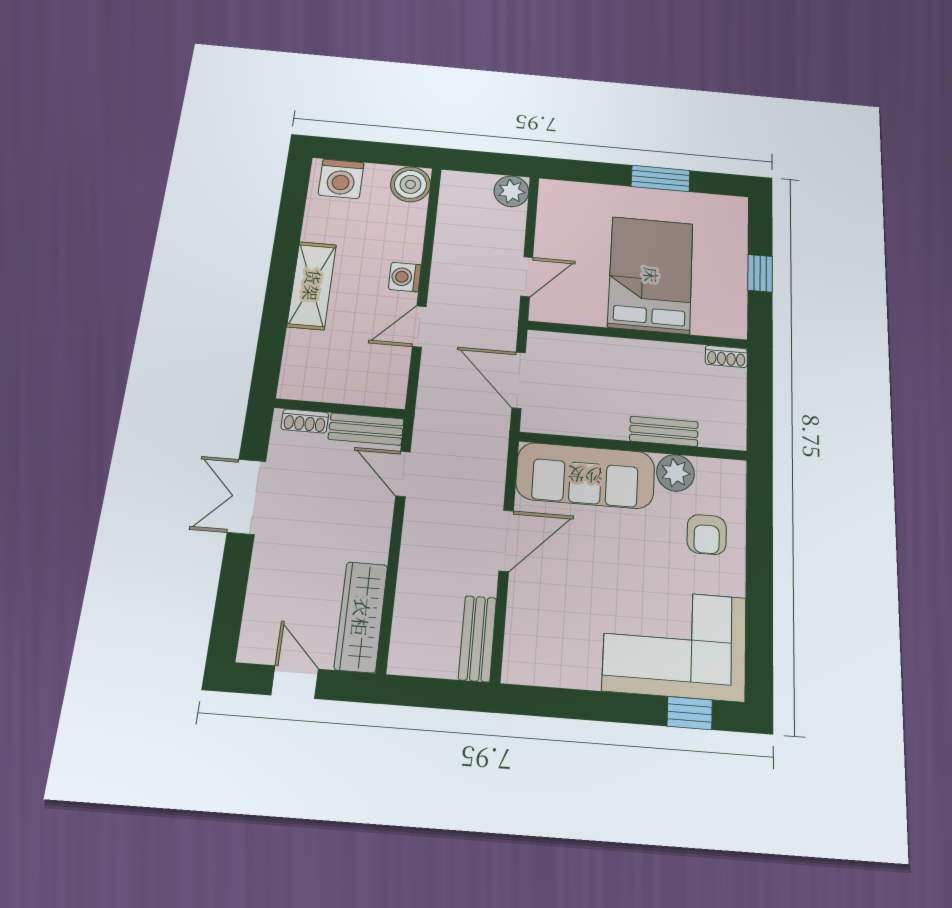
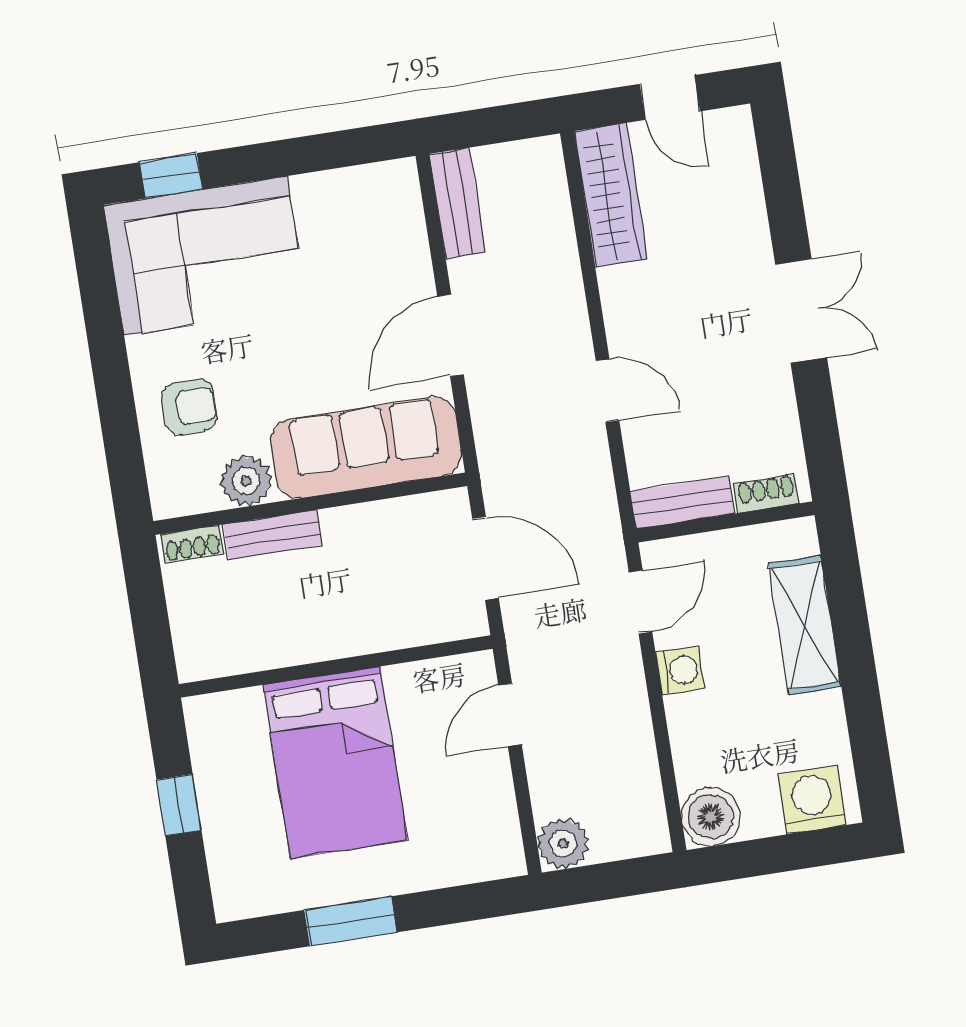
shoe rack: (726, 356) -> (192, 544), moved, turned 180
wall: (340, 409) -> (725, 522), moved
shoe rack: (305, 421) -> (767, 493), moved
bench: (366, 429) -> (682, 502), moved
armchair: (707, 535) -> (189, 407), turned 90

